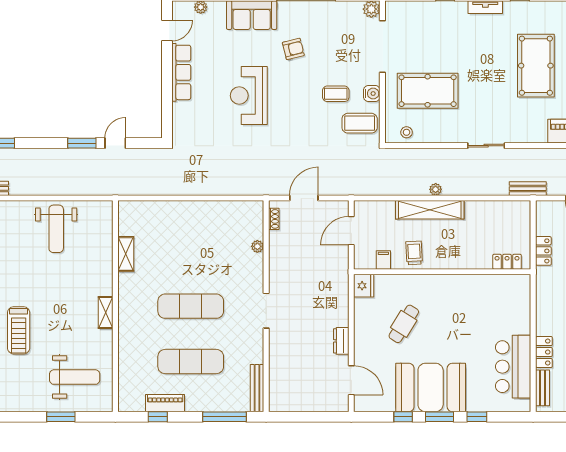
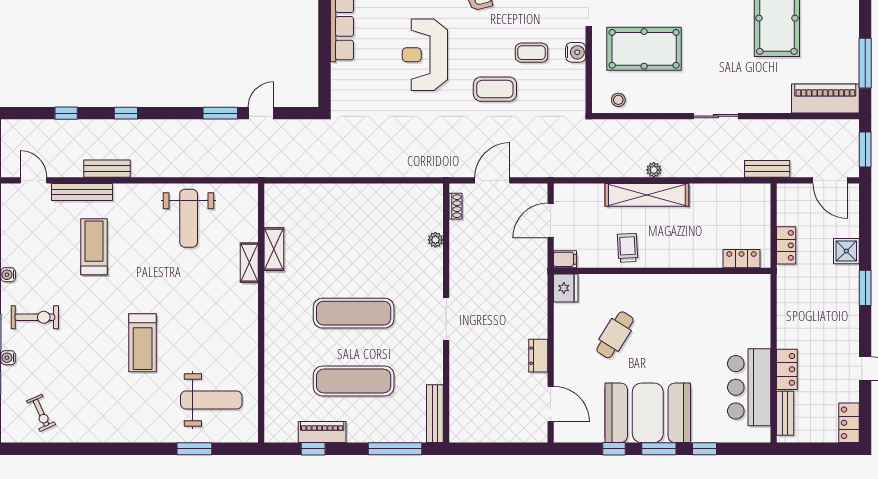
coffee table: (360, 123) -> (495, 89), moved
filing cabinet: (383, 260) -> (565, 259), moved, turned 90
shelving: (106, 312) -> (249, 263), moved

